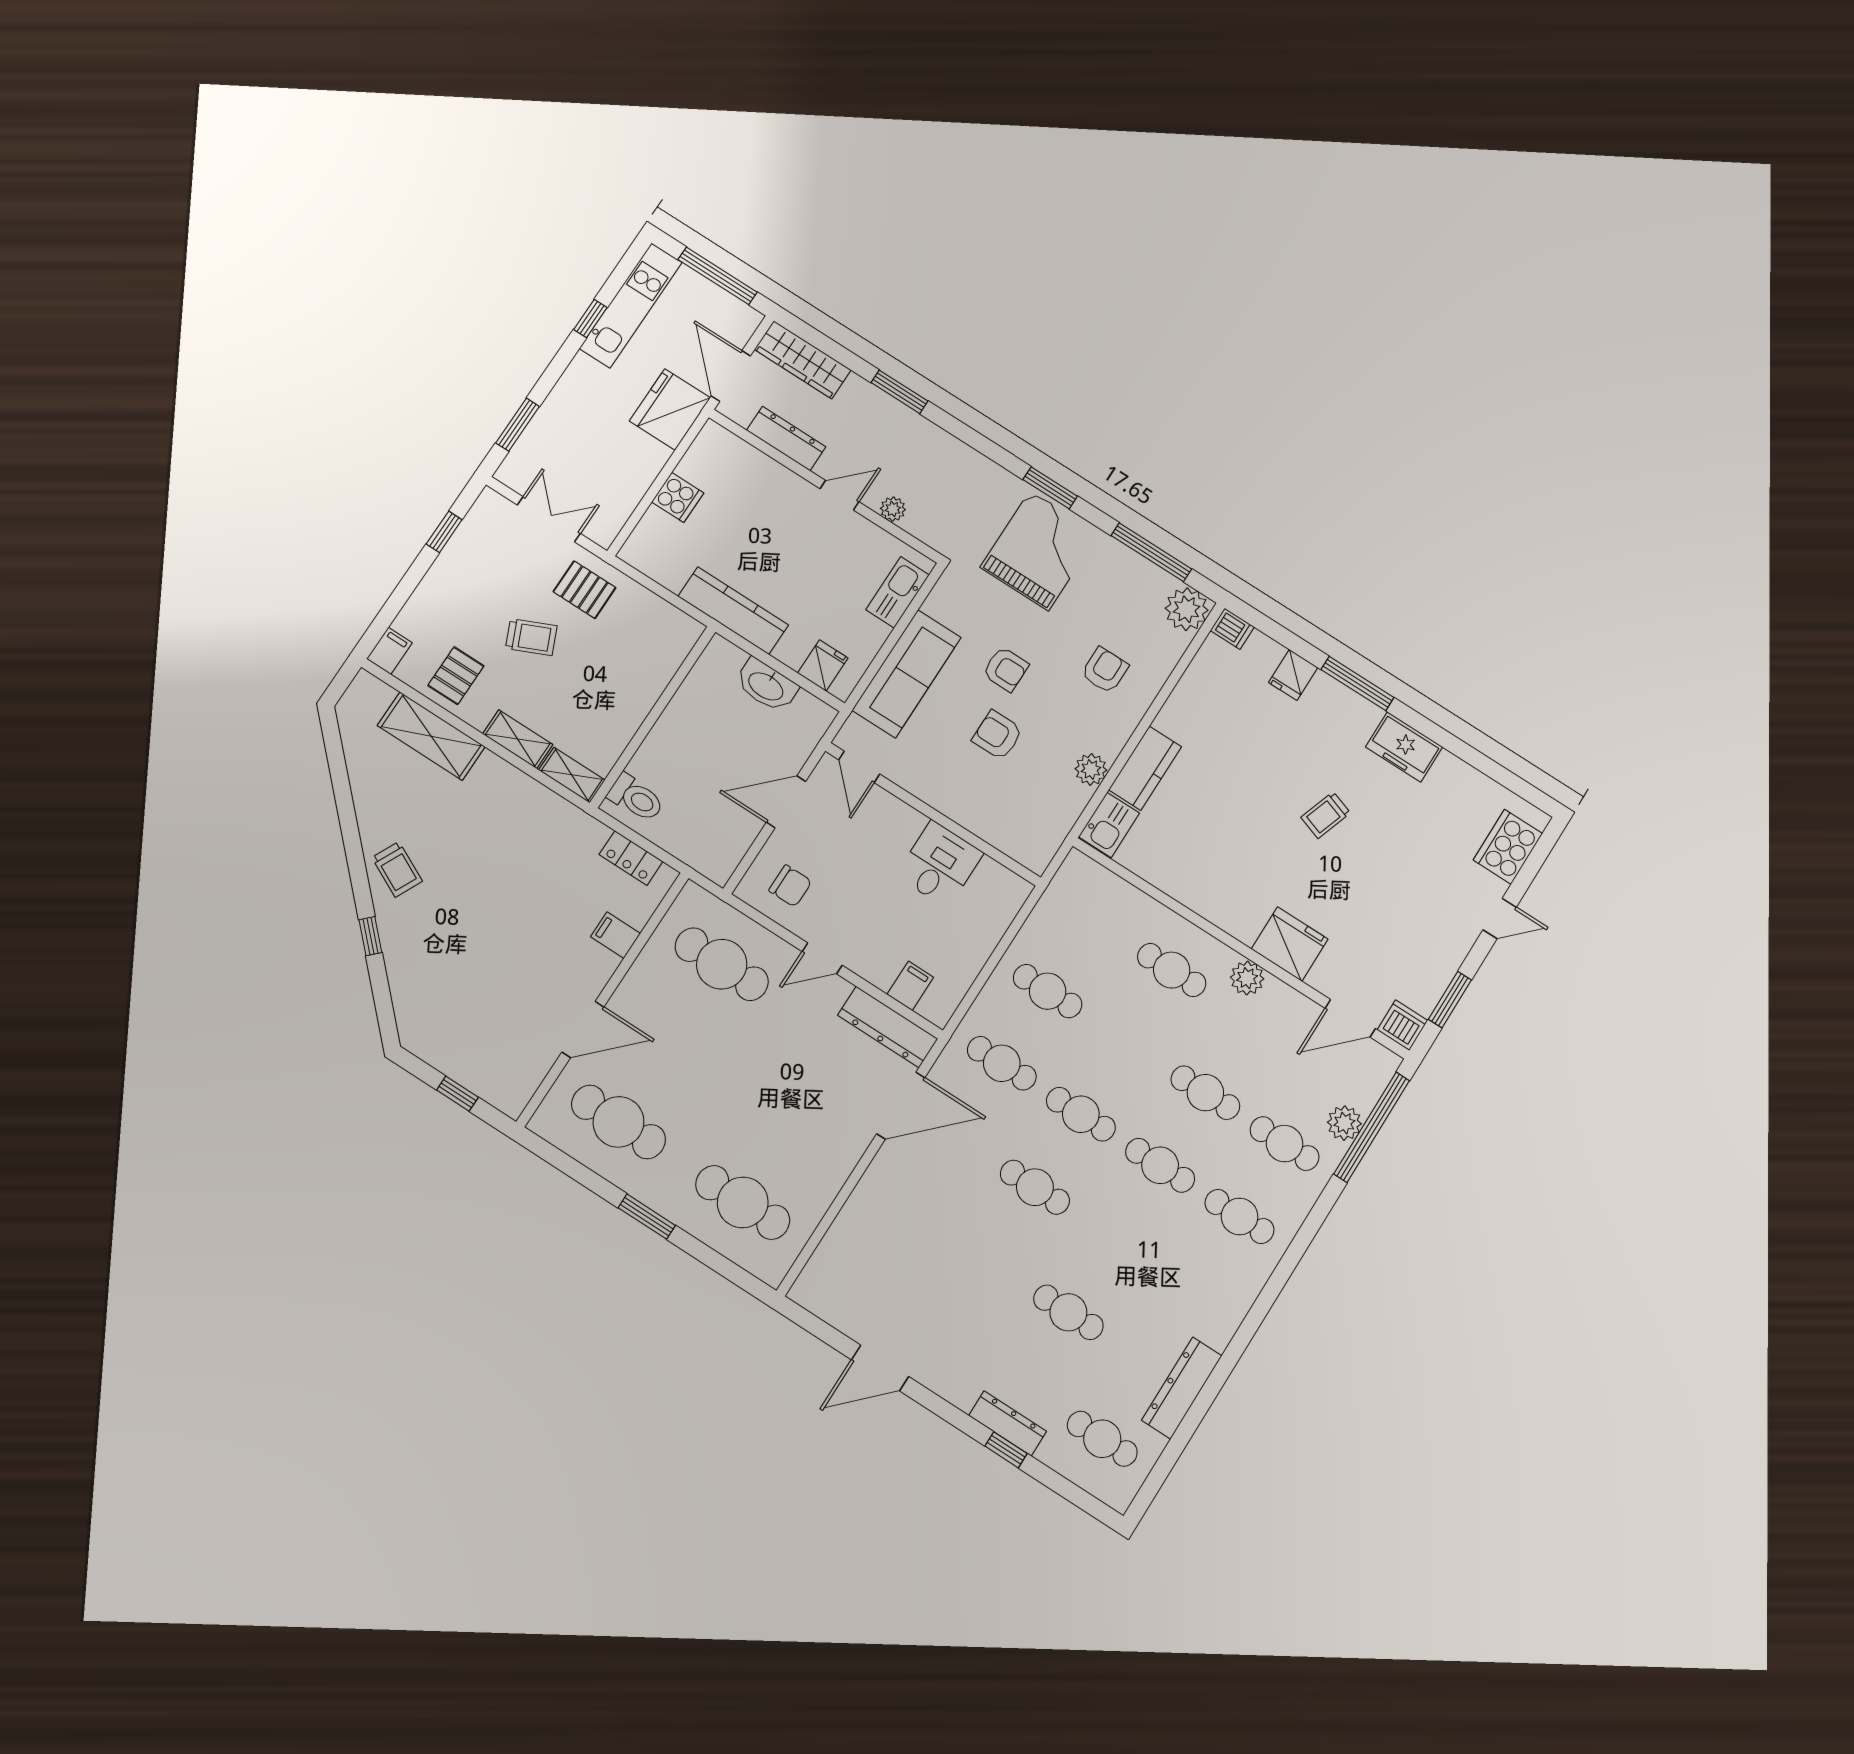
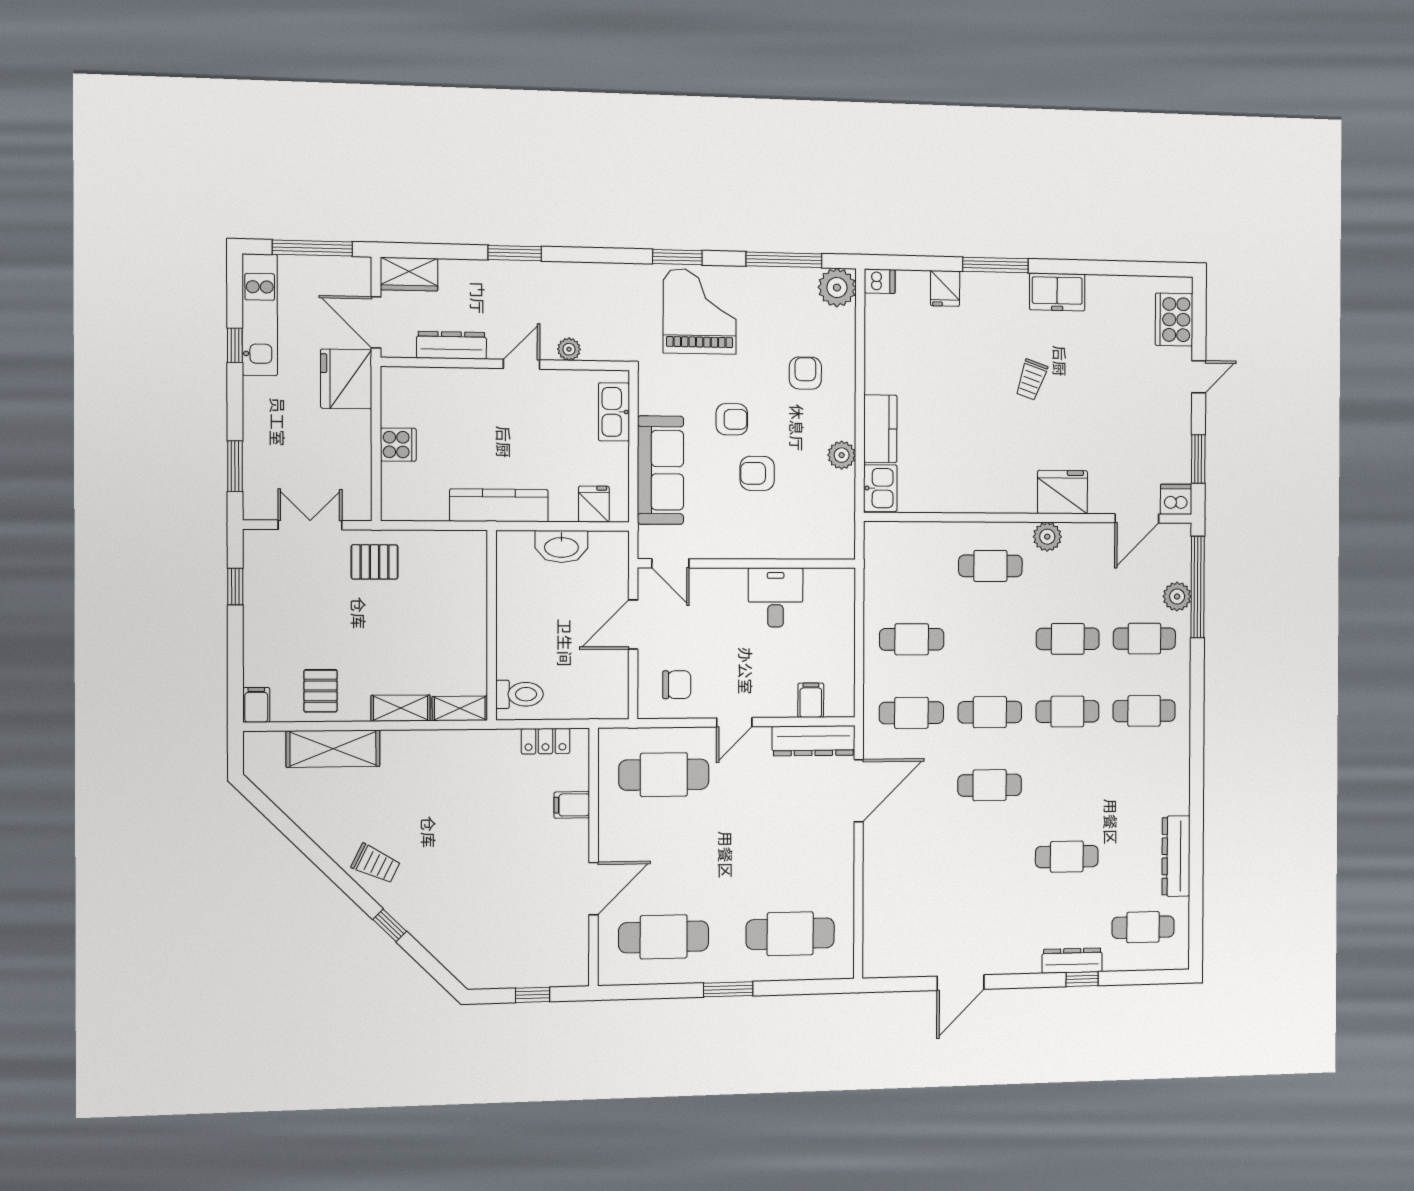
wardrobe: (803, 360) -> (409, 274), width x0.67
trolley: (531, 637) -> (358, 624), removed

